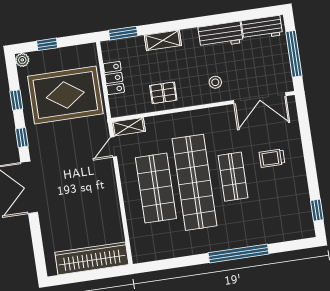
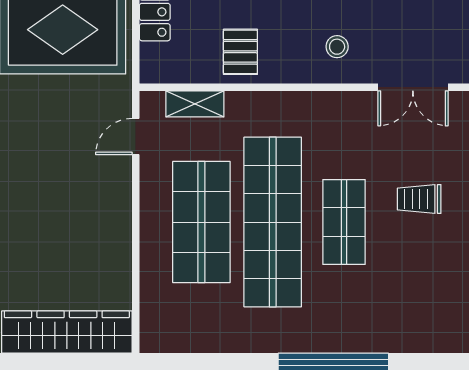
pallet: (163, 93) -> (240, 52), turned 90
double door: (260, 98) -> (413, 87), width x0.73
shelving: (129, 127) -> (195, 104), moved

